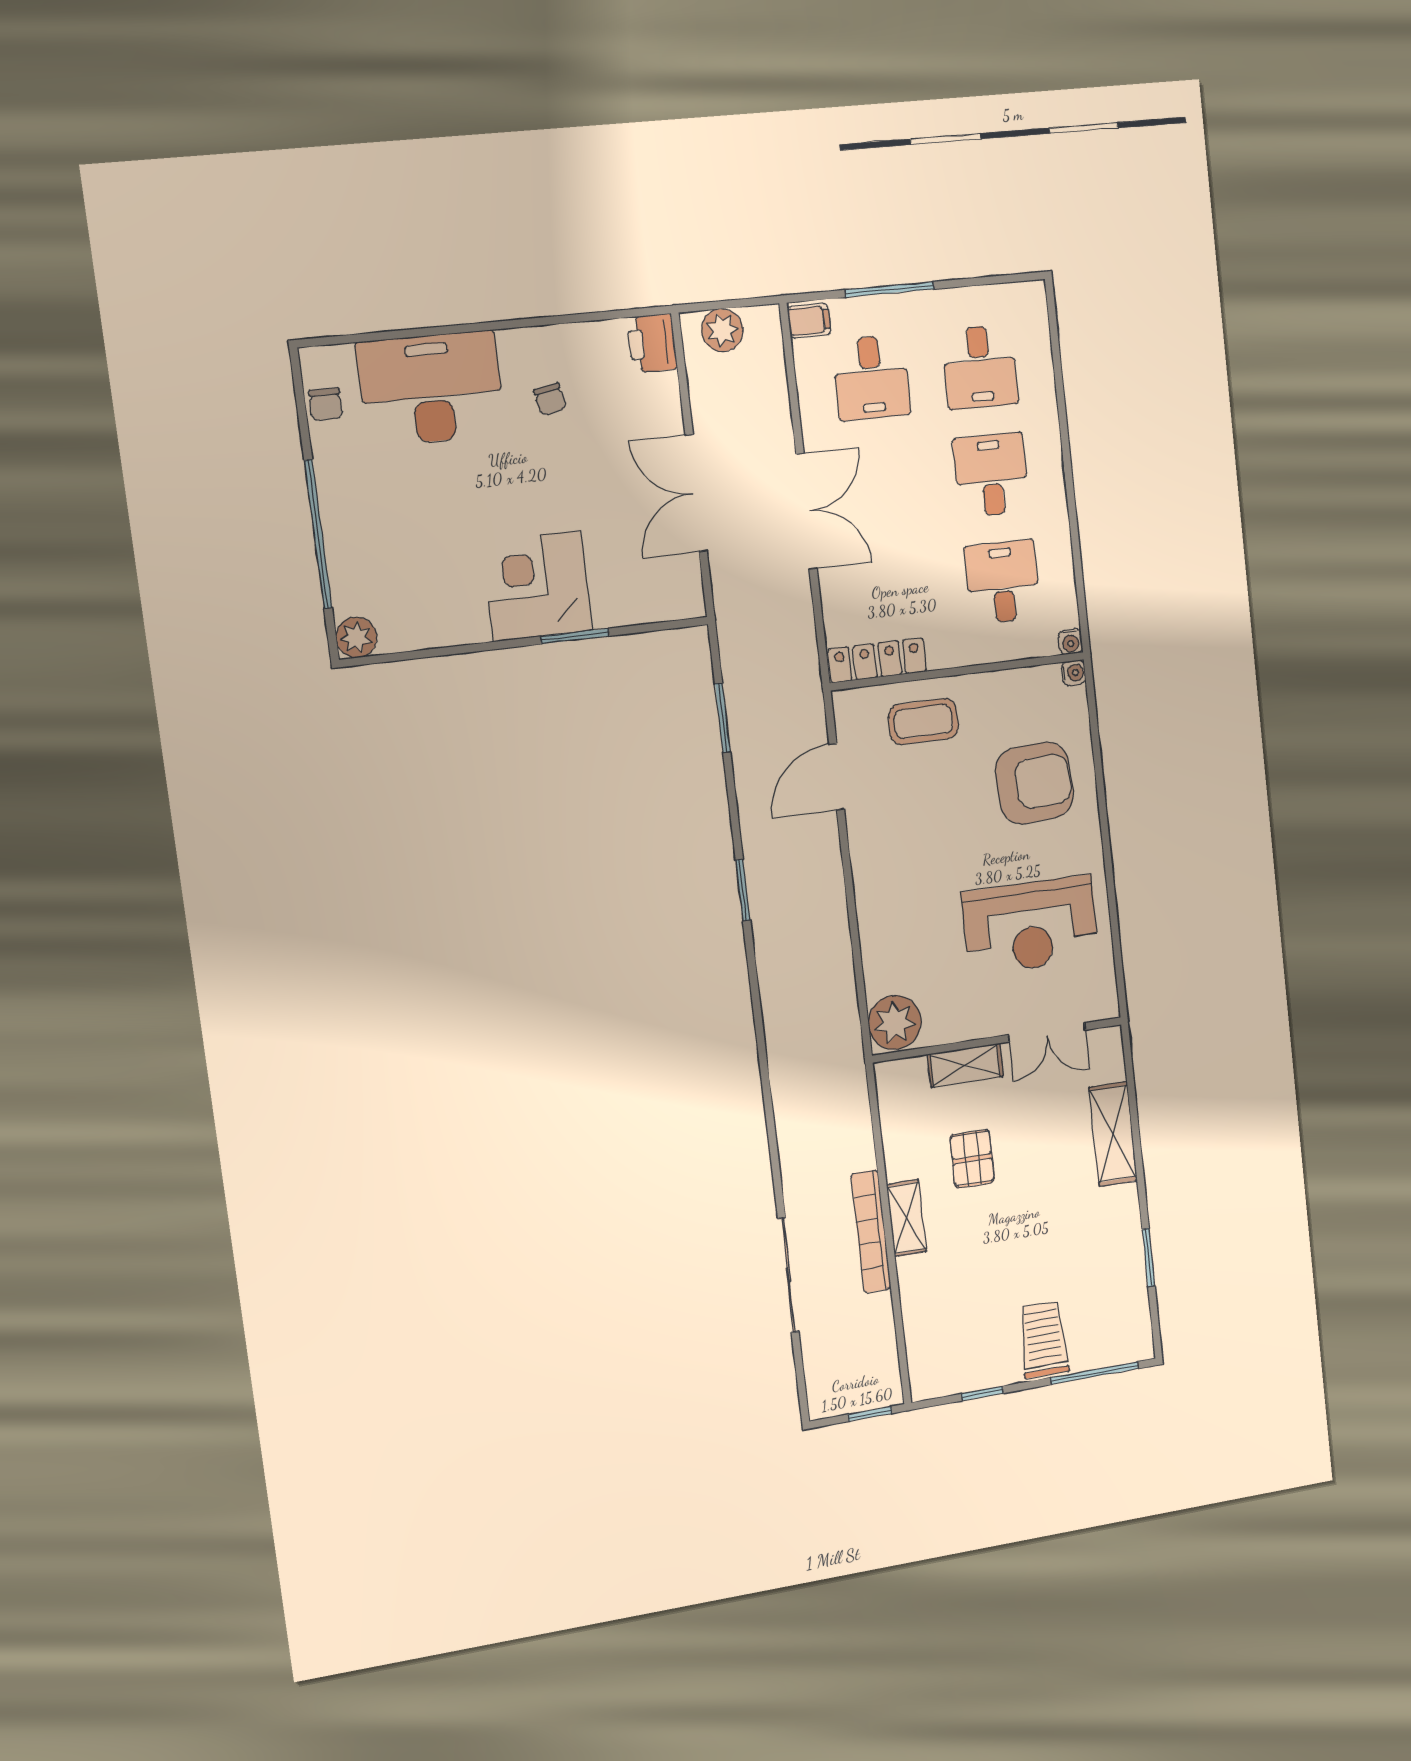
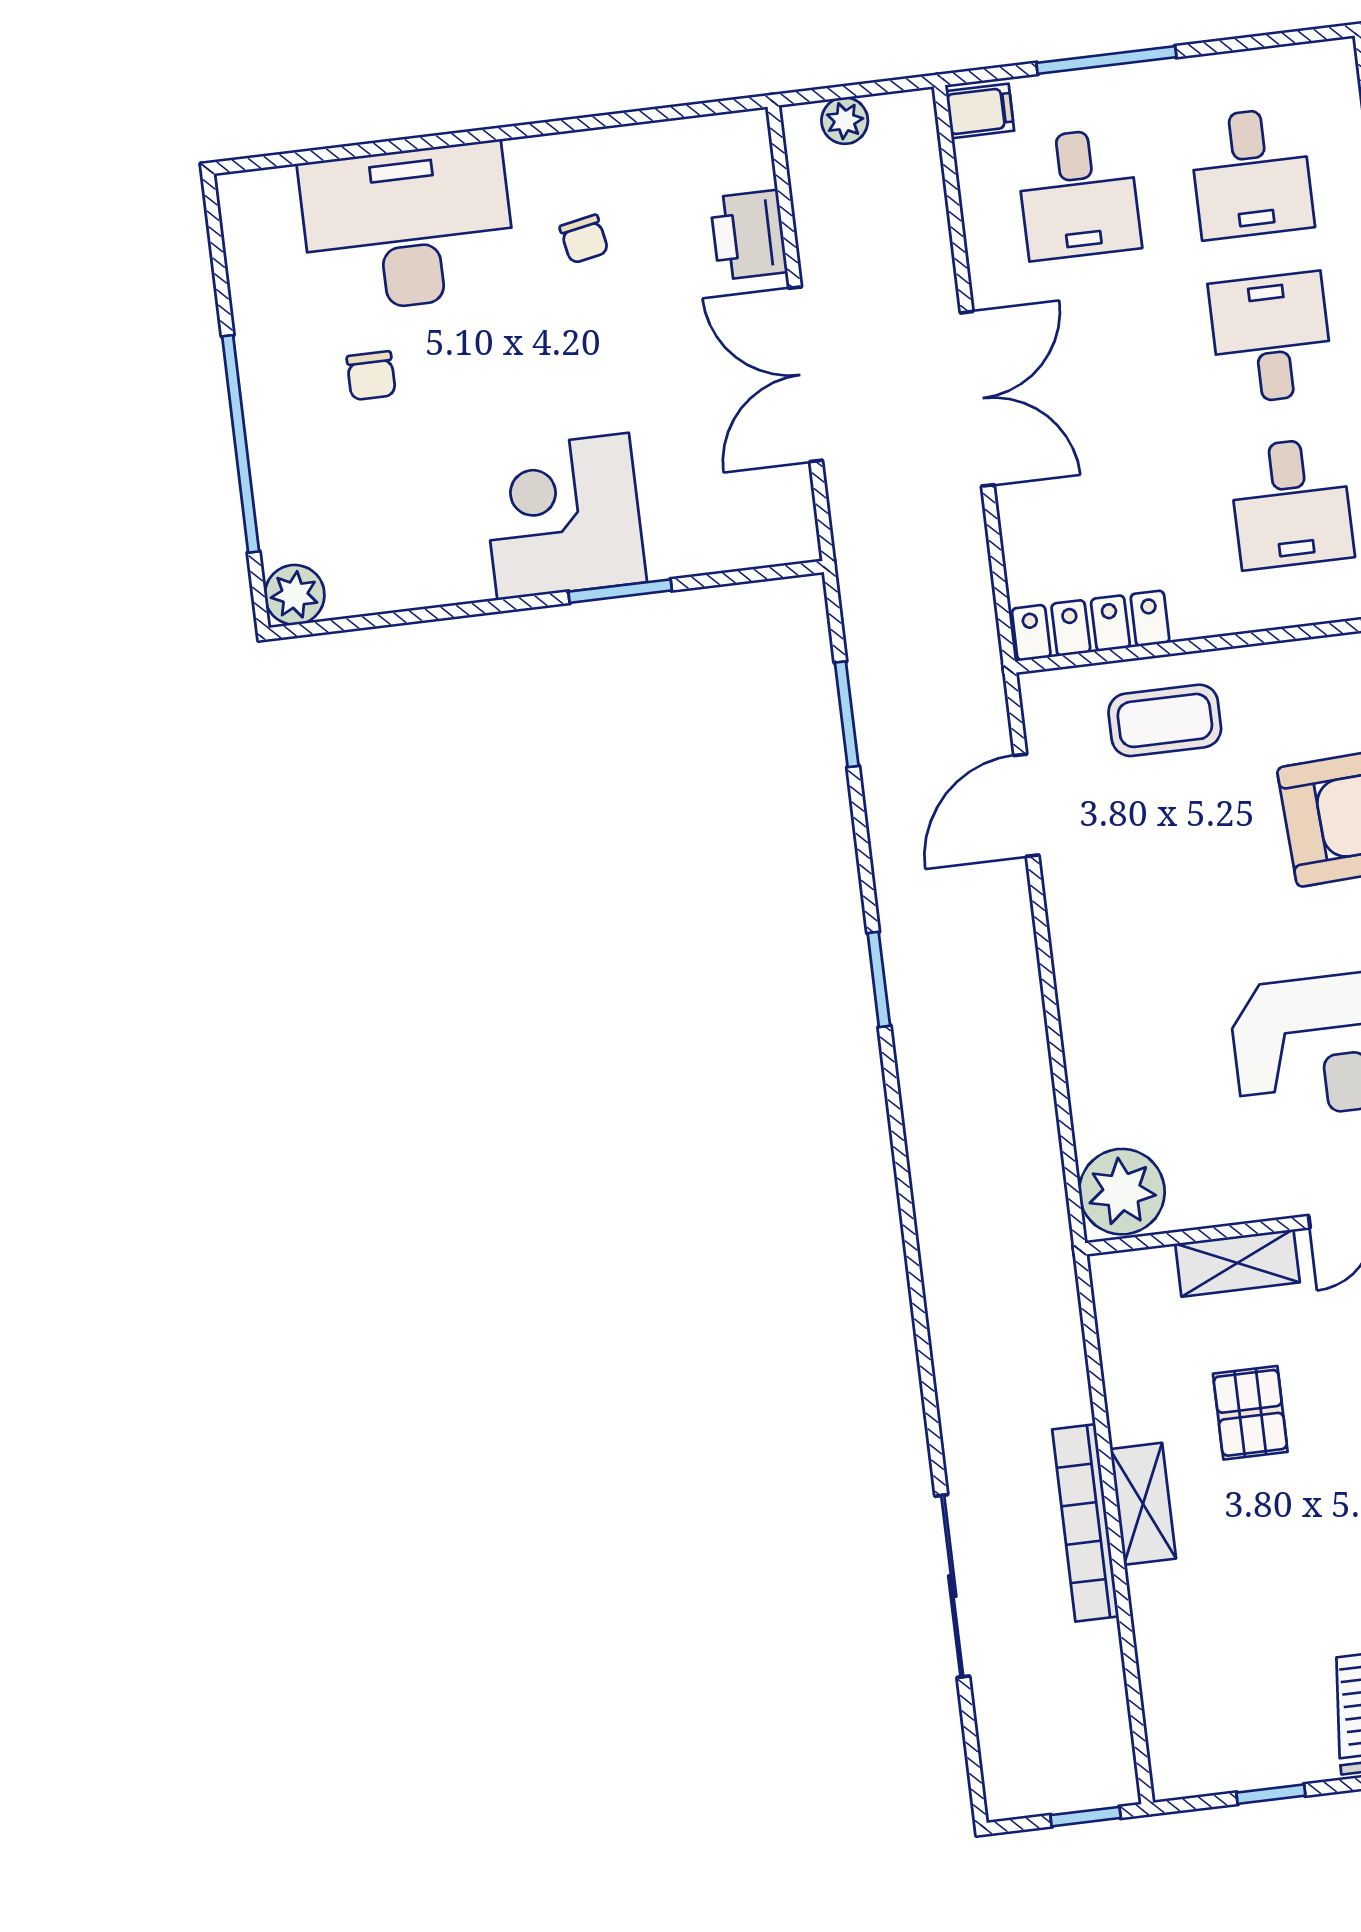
plant: (722, 330) -> (845, 121), width x0.73, depth x0.73
printer: (652, 343) -> (749, 235), moved
chair: (326, 404) -> (371, 376), moved
desk: (1003, 582) -> (1291, 503), turned 180

